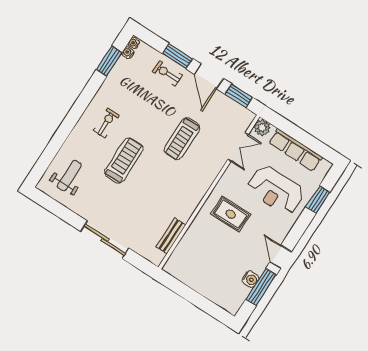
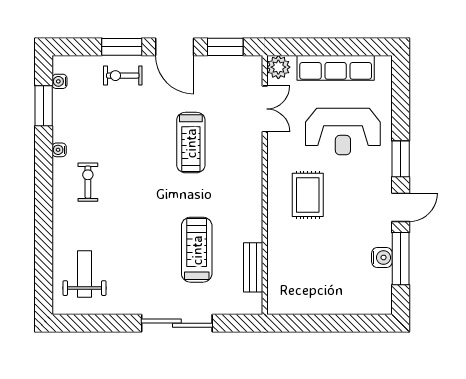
water cooler: (134, 43) -> (59, 150), moved
treadmill: (124, 161) -> (197, 250), moved
window: (318, 200) -> (401, 159), moved
rug: (231, 214) -> (308, 195), turned 90
door: (281, 257) -> (401, 207), swing flipped

